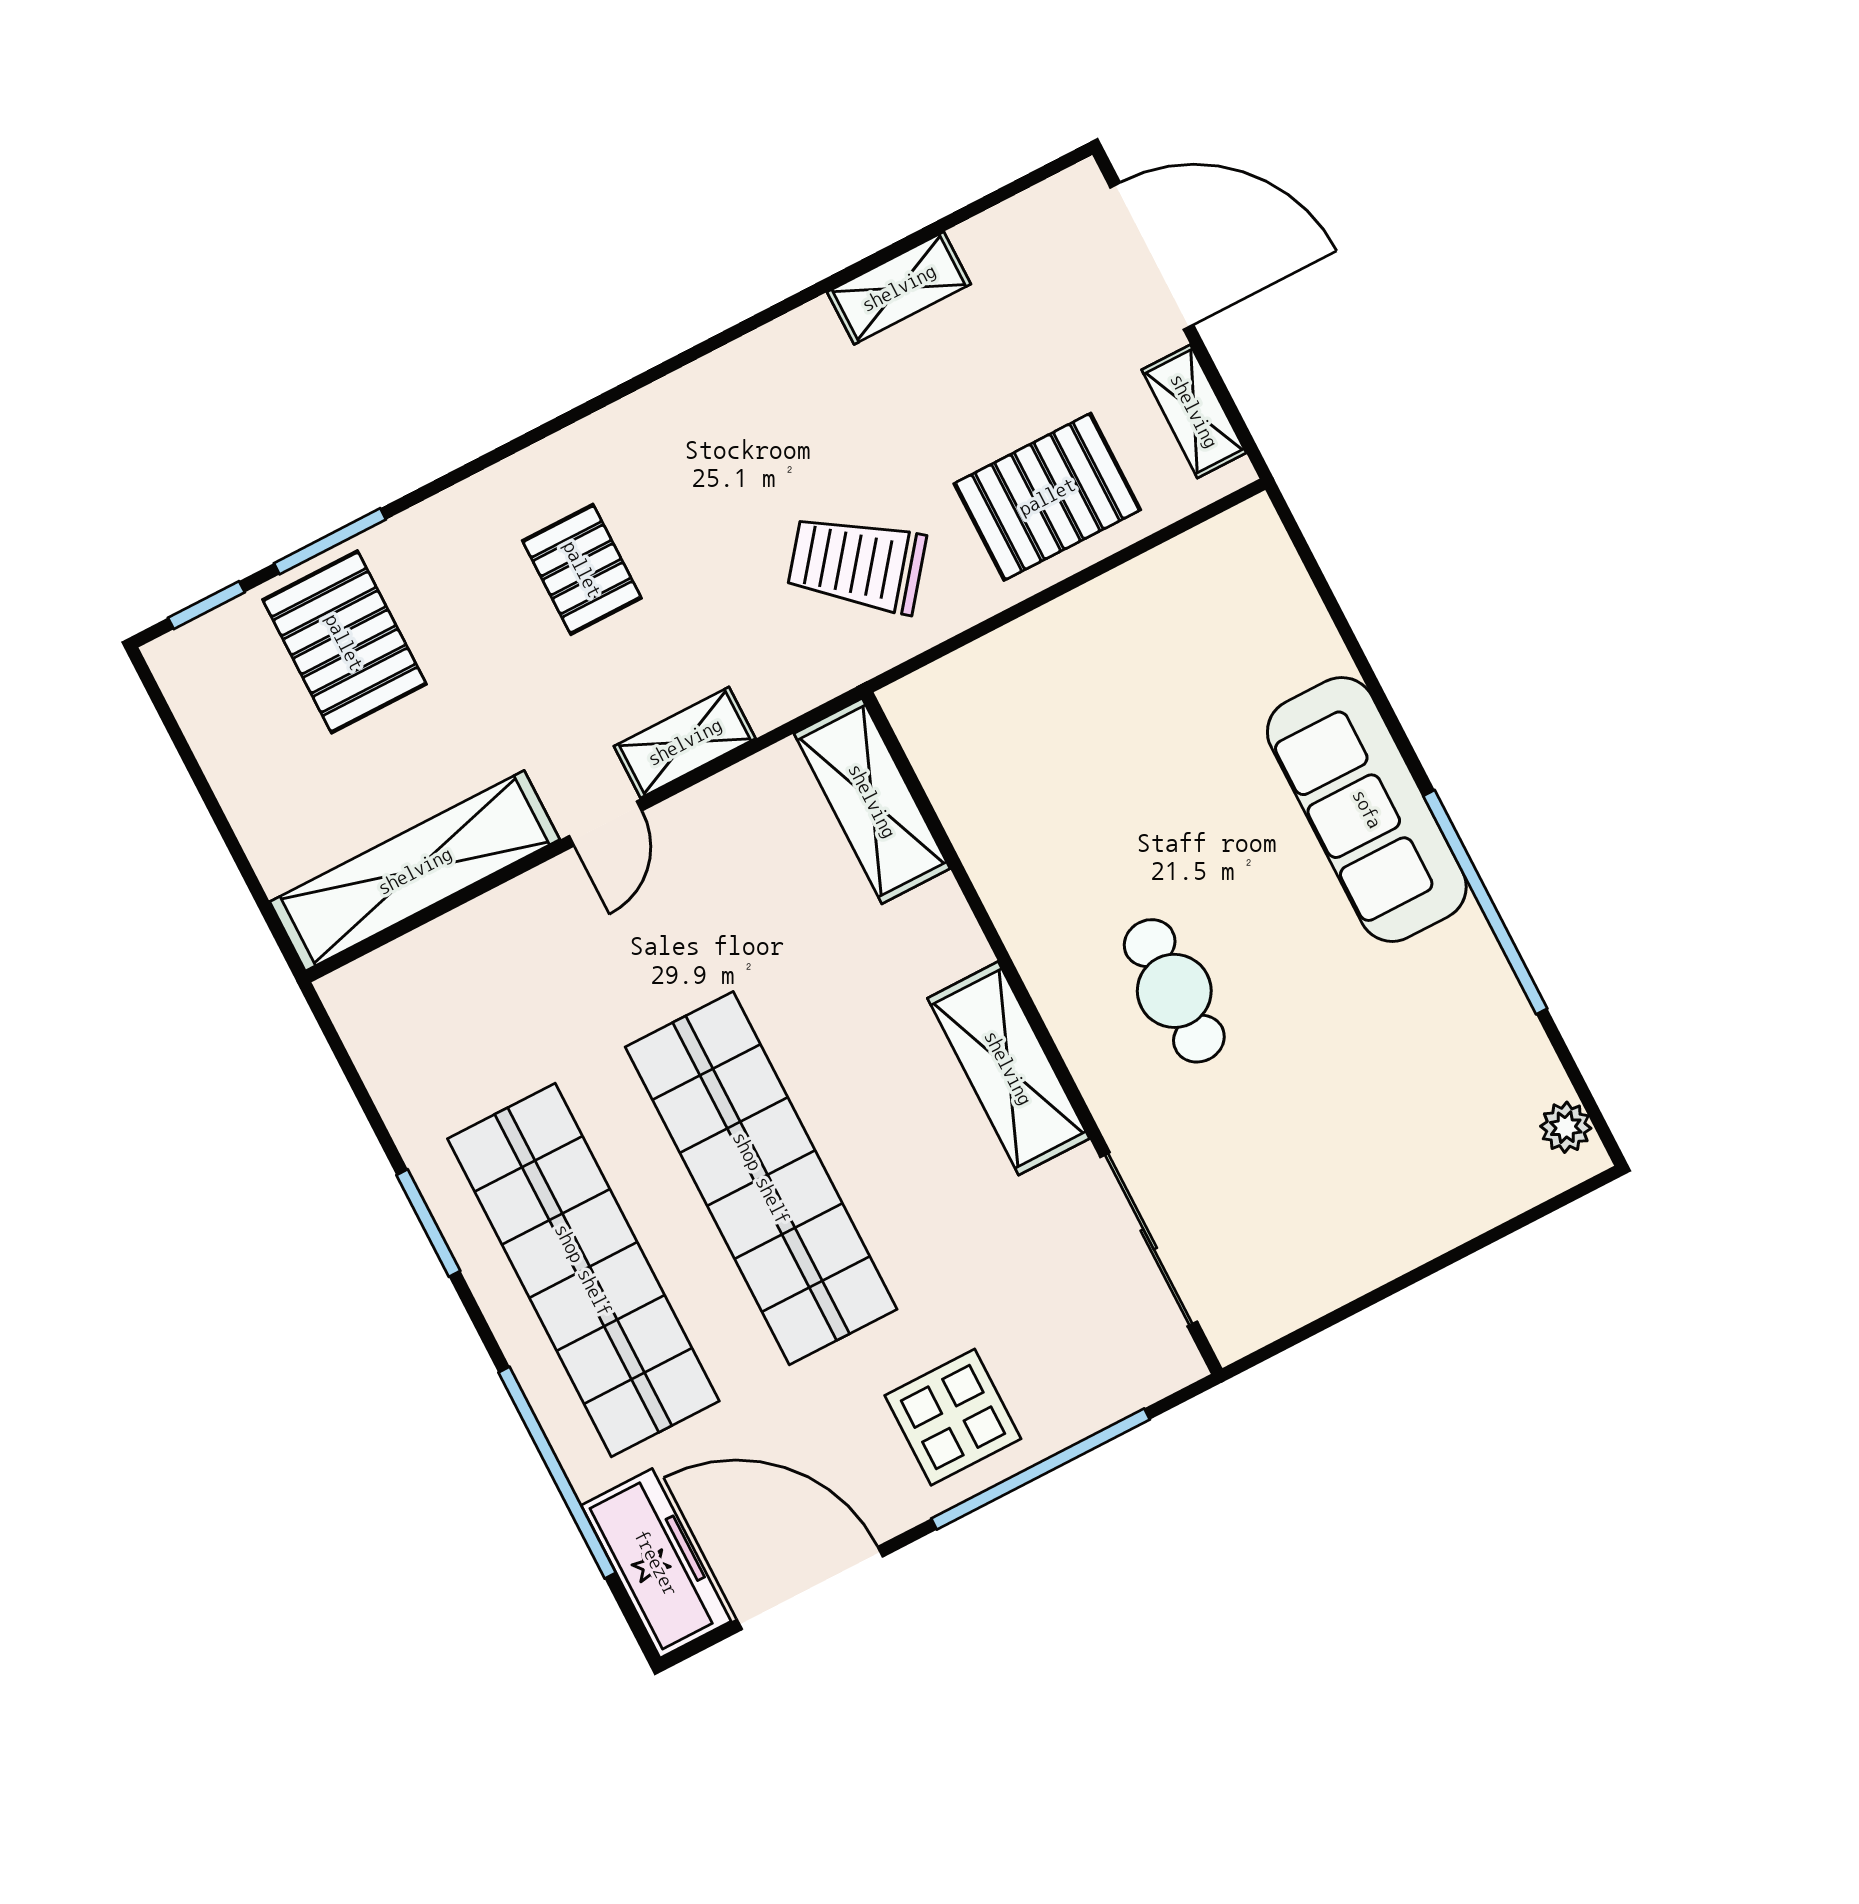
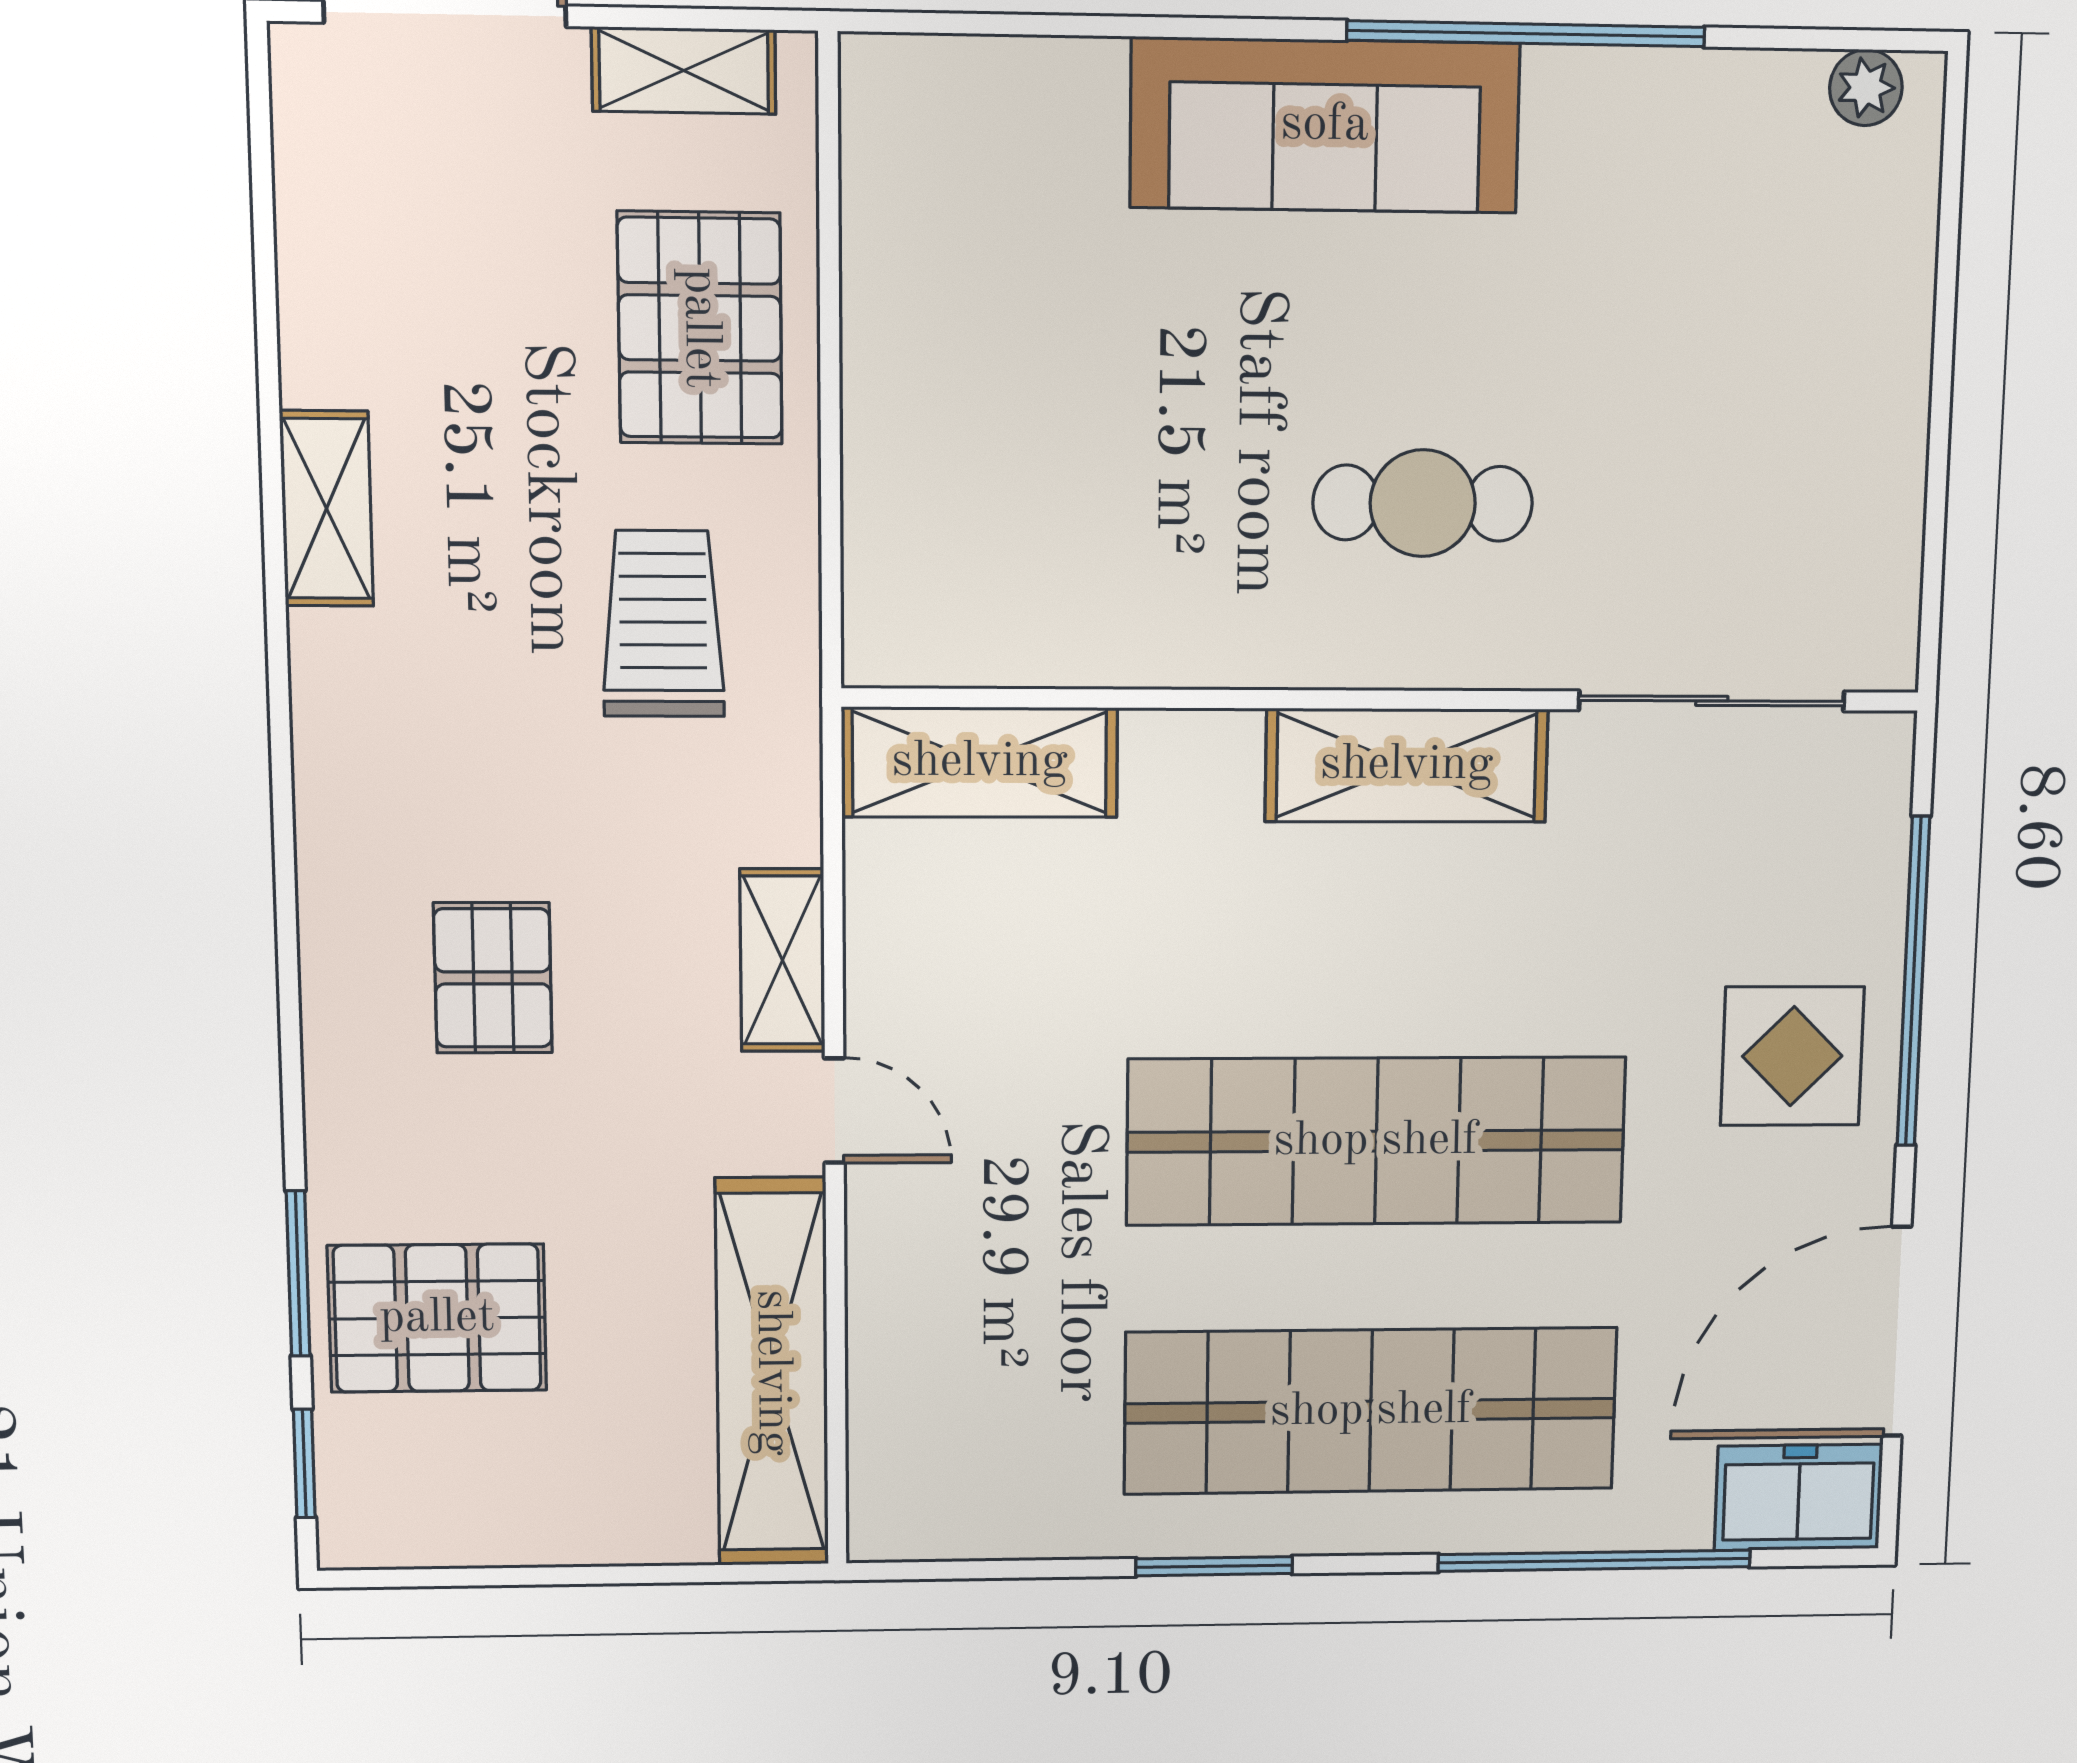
shelving: (899, 288) -> (327, 509), moved
trolley: (857, 564) -> (663, 624), turned 142
pallet: (582, 569) -> (493, 978), turned 90
freezer: (656, 1563) -> (1799, 1497), width x0.71

